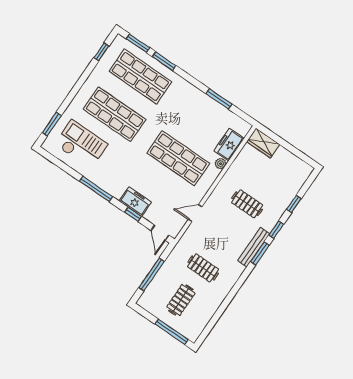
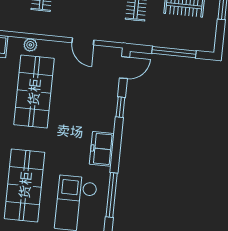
plant: (220, 164) -> (30, 45), moved
window: (96, 189) -> (112, 195), moved
freezer: (135, 202) -> (102, 149), moved

